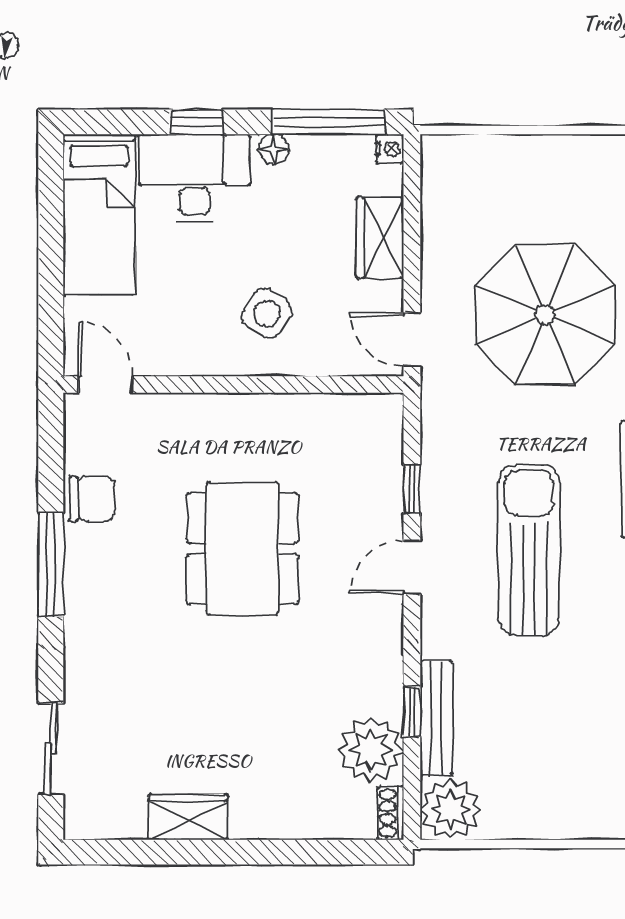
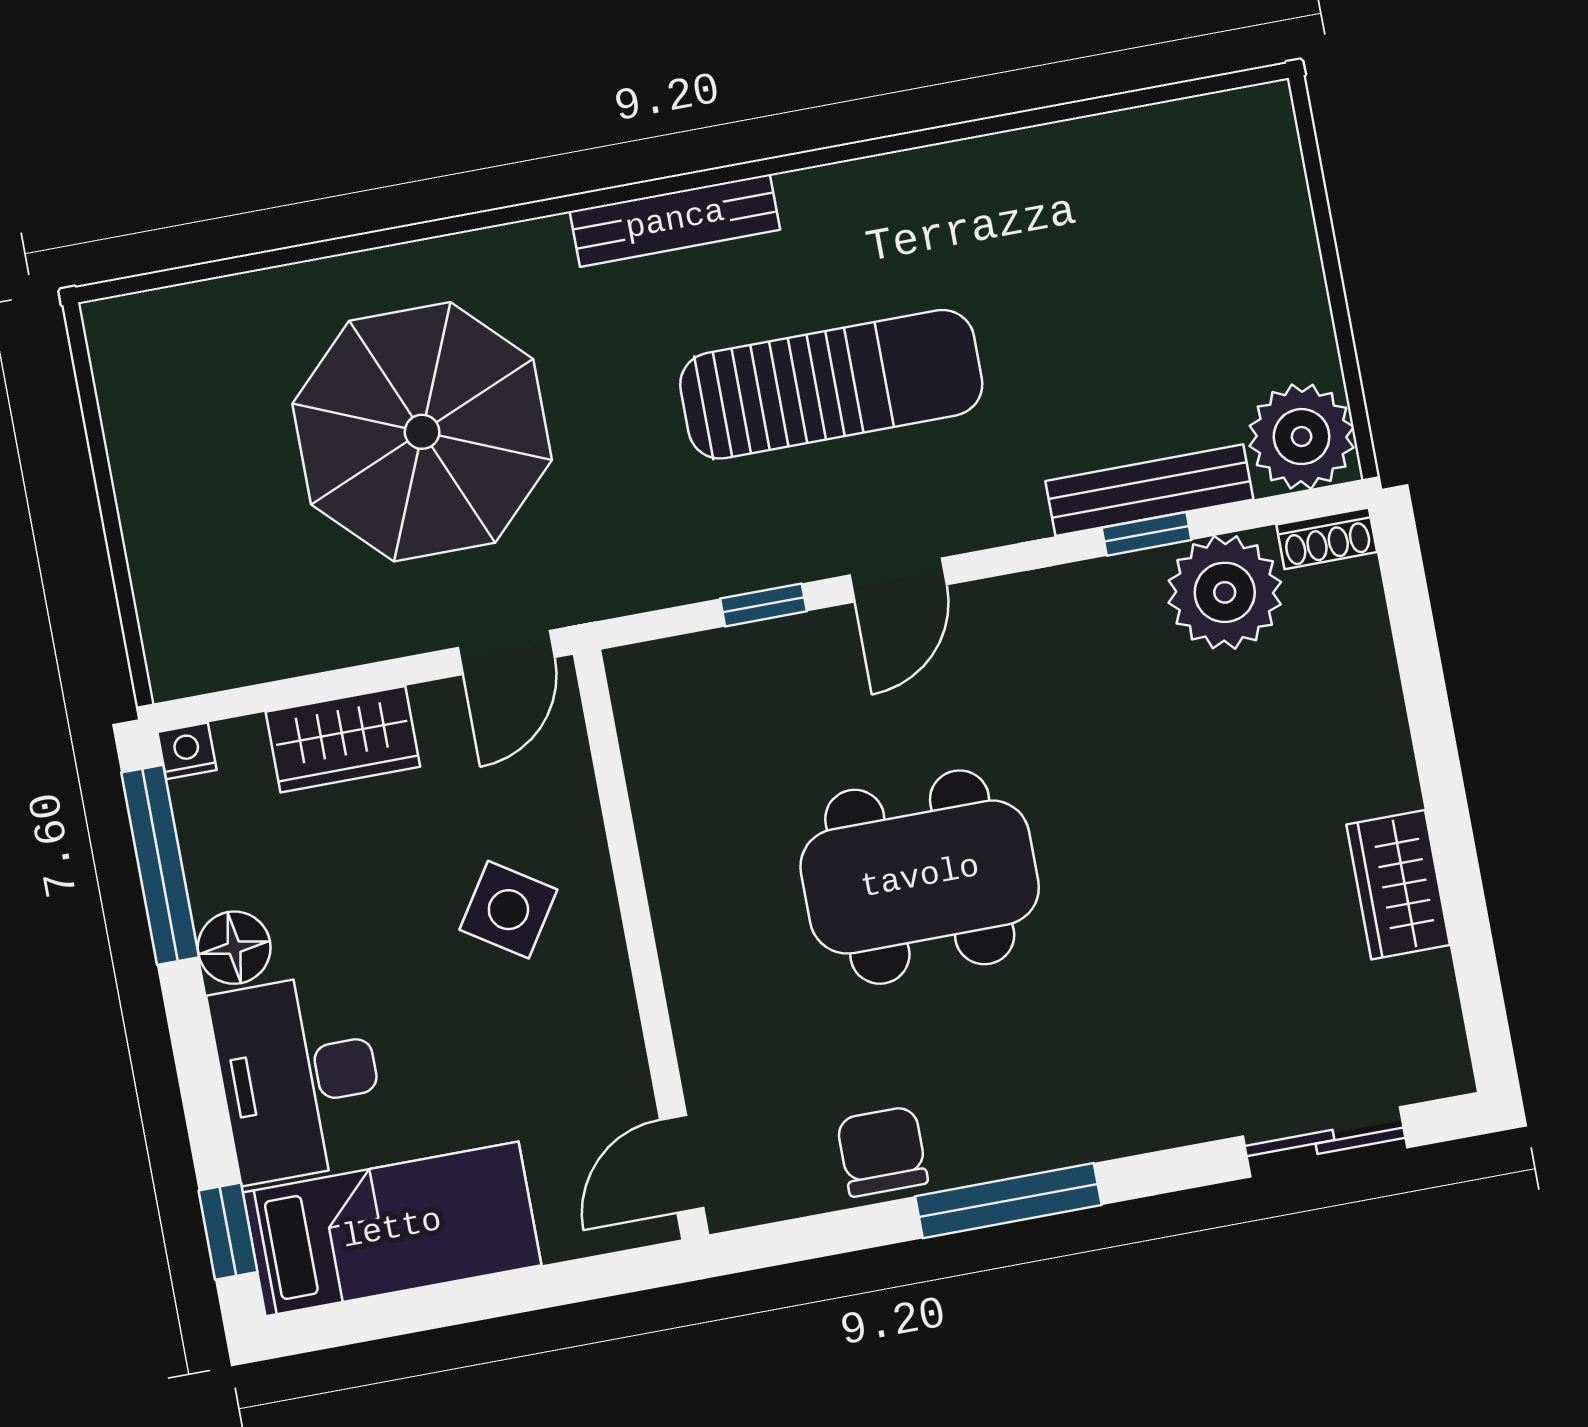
window: (197, 122) -> (228, 1231), moved
floor lamp: (274, 149) -> (234, 948), width x1.37, depth x1.37
sun lounger: (529, 550) -> (831, 384), turned 180
door: (412, 567) -> (898, 580), hinge flipped

